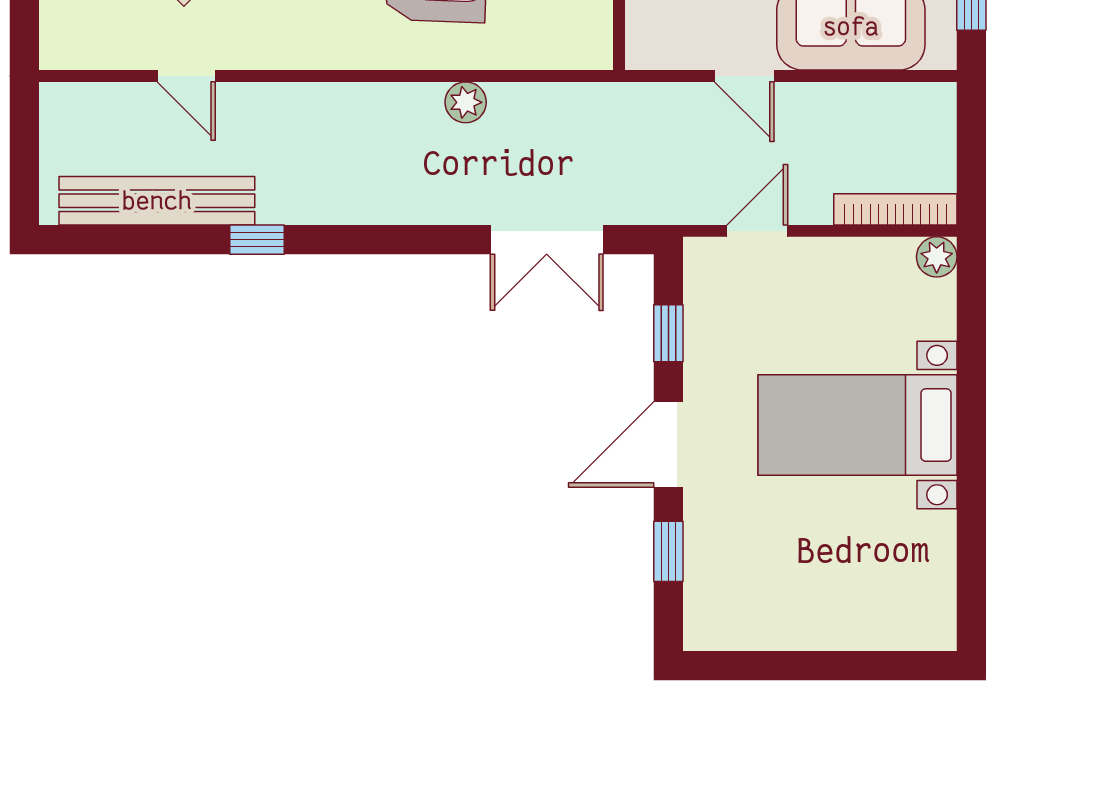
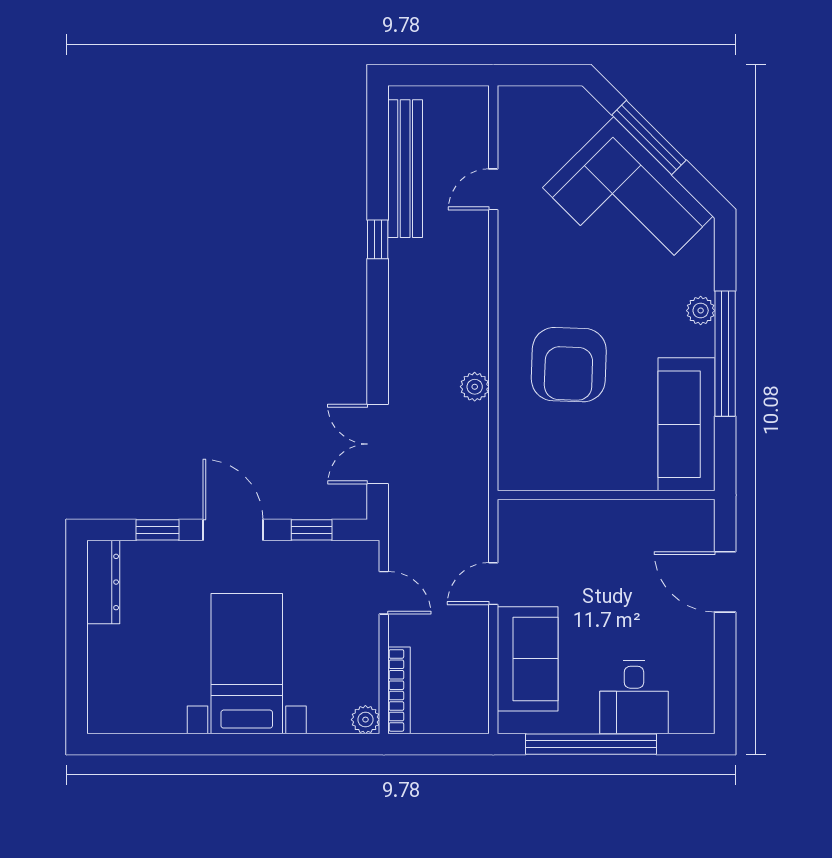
dresser: (742, 628) -> (103, 582), added

